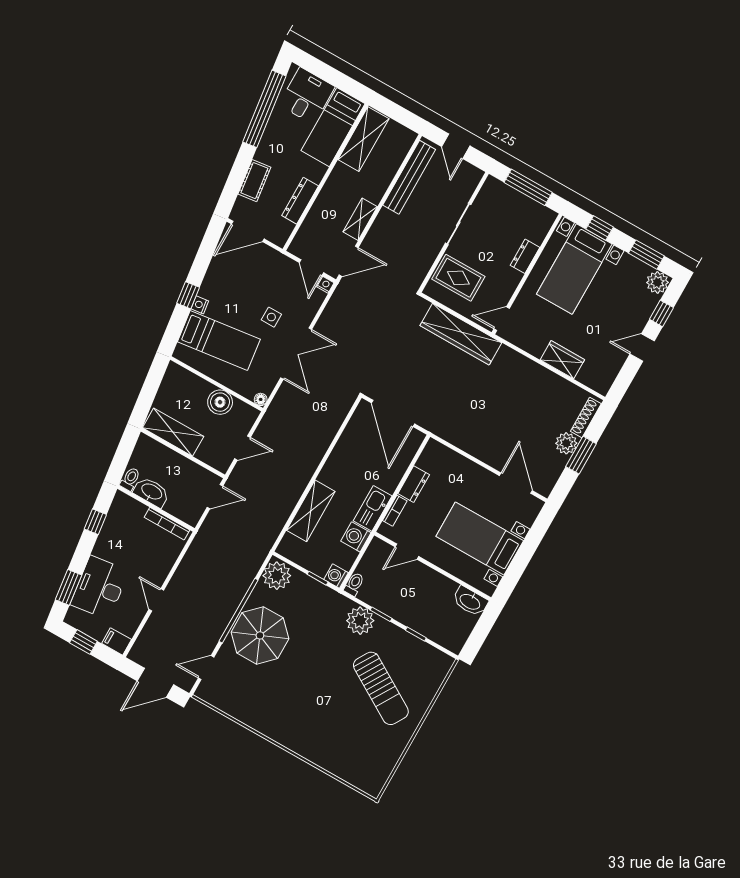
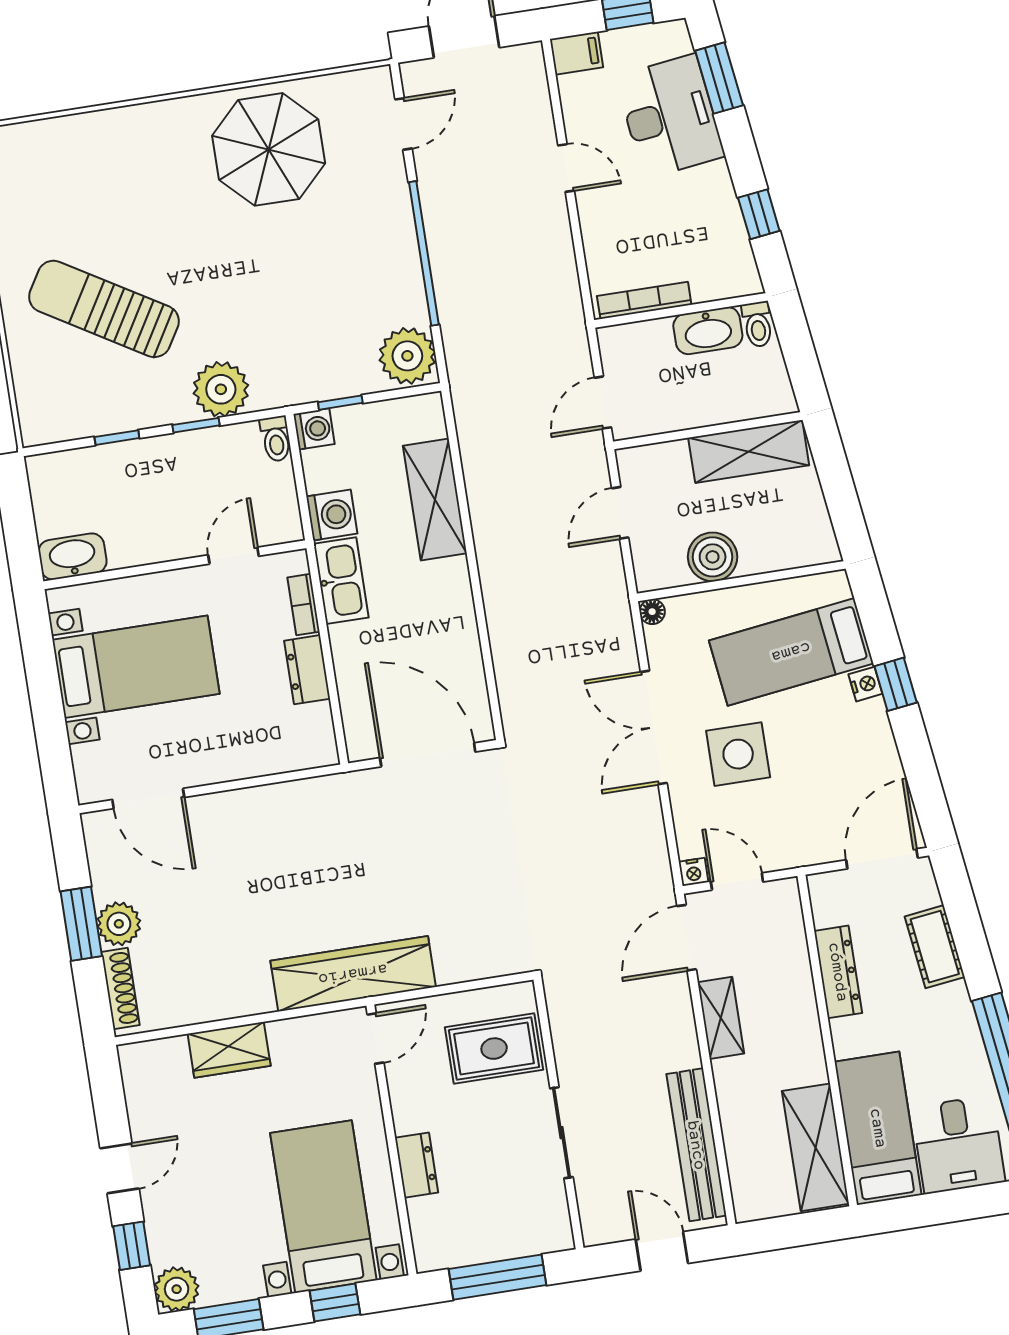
side table: (271, 317) -> (738, 754), width x1.87, depth x1.87
wardrobe: (461, 334) -> (353, 974), moved
parasol: (260, 635) -> (269, 149), moved

